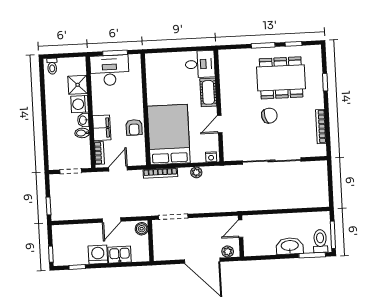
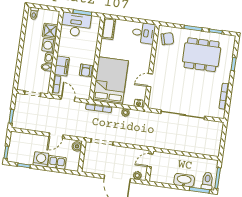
cot: (208, 92) -> (108, 29), moved
chair: (269, 116) -> (167, 39), moved
door: (118, 169) -> (68, 99), hinge flipped

